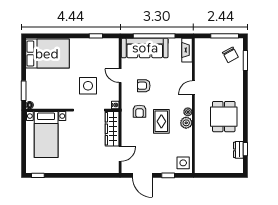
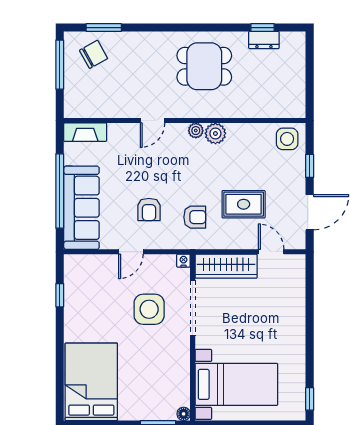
door: (193, 88) -> (153, 121), hinge flipped
rug: (161, 121) -> (244, 204), moved

